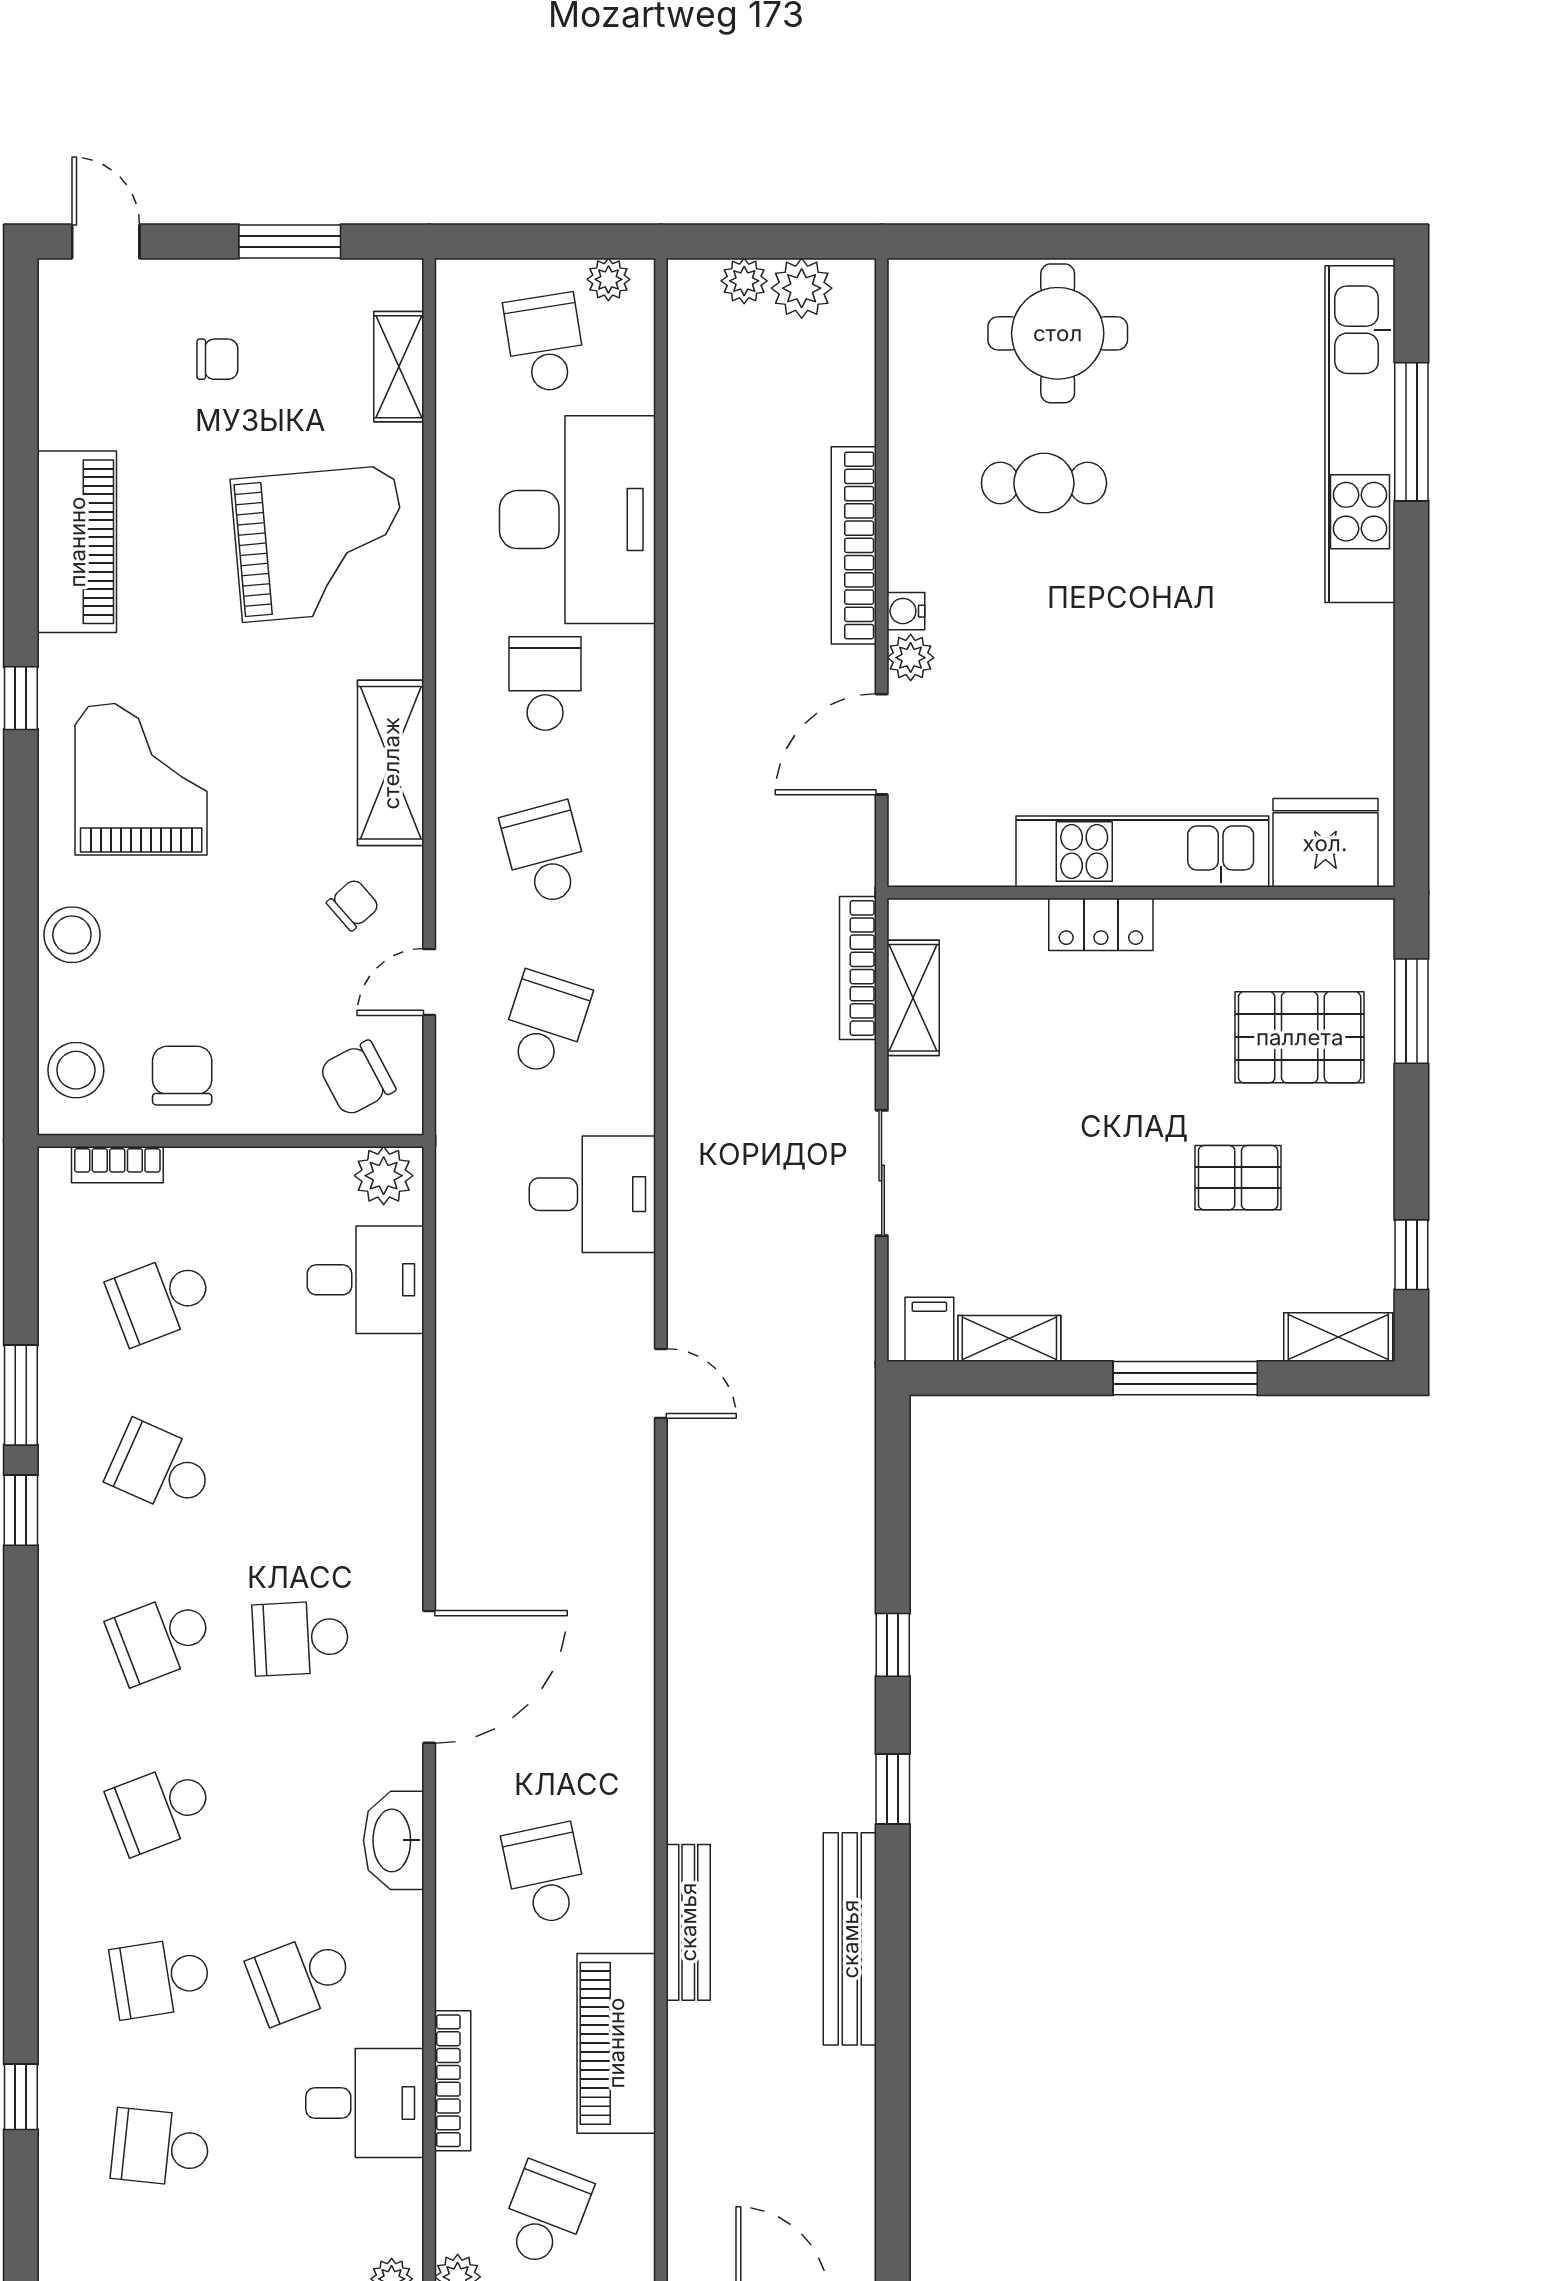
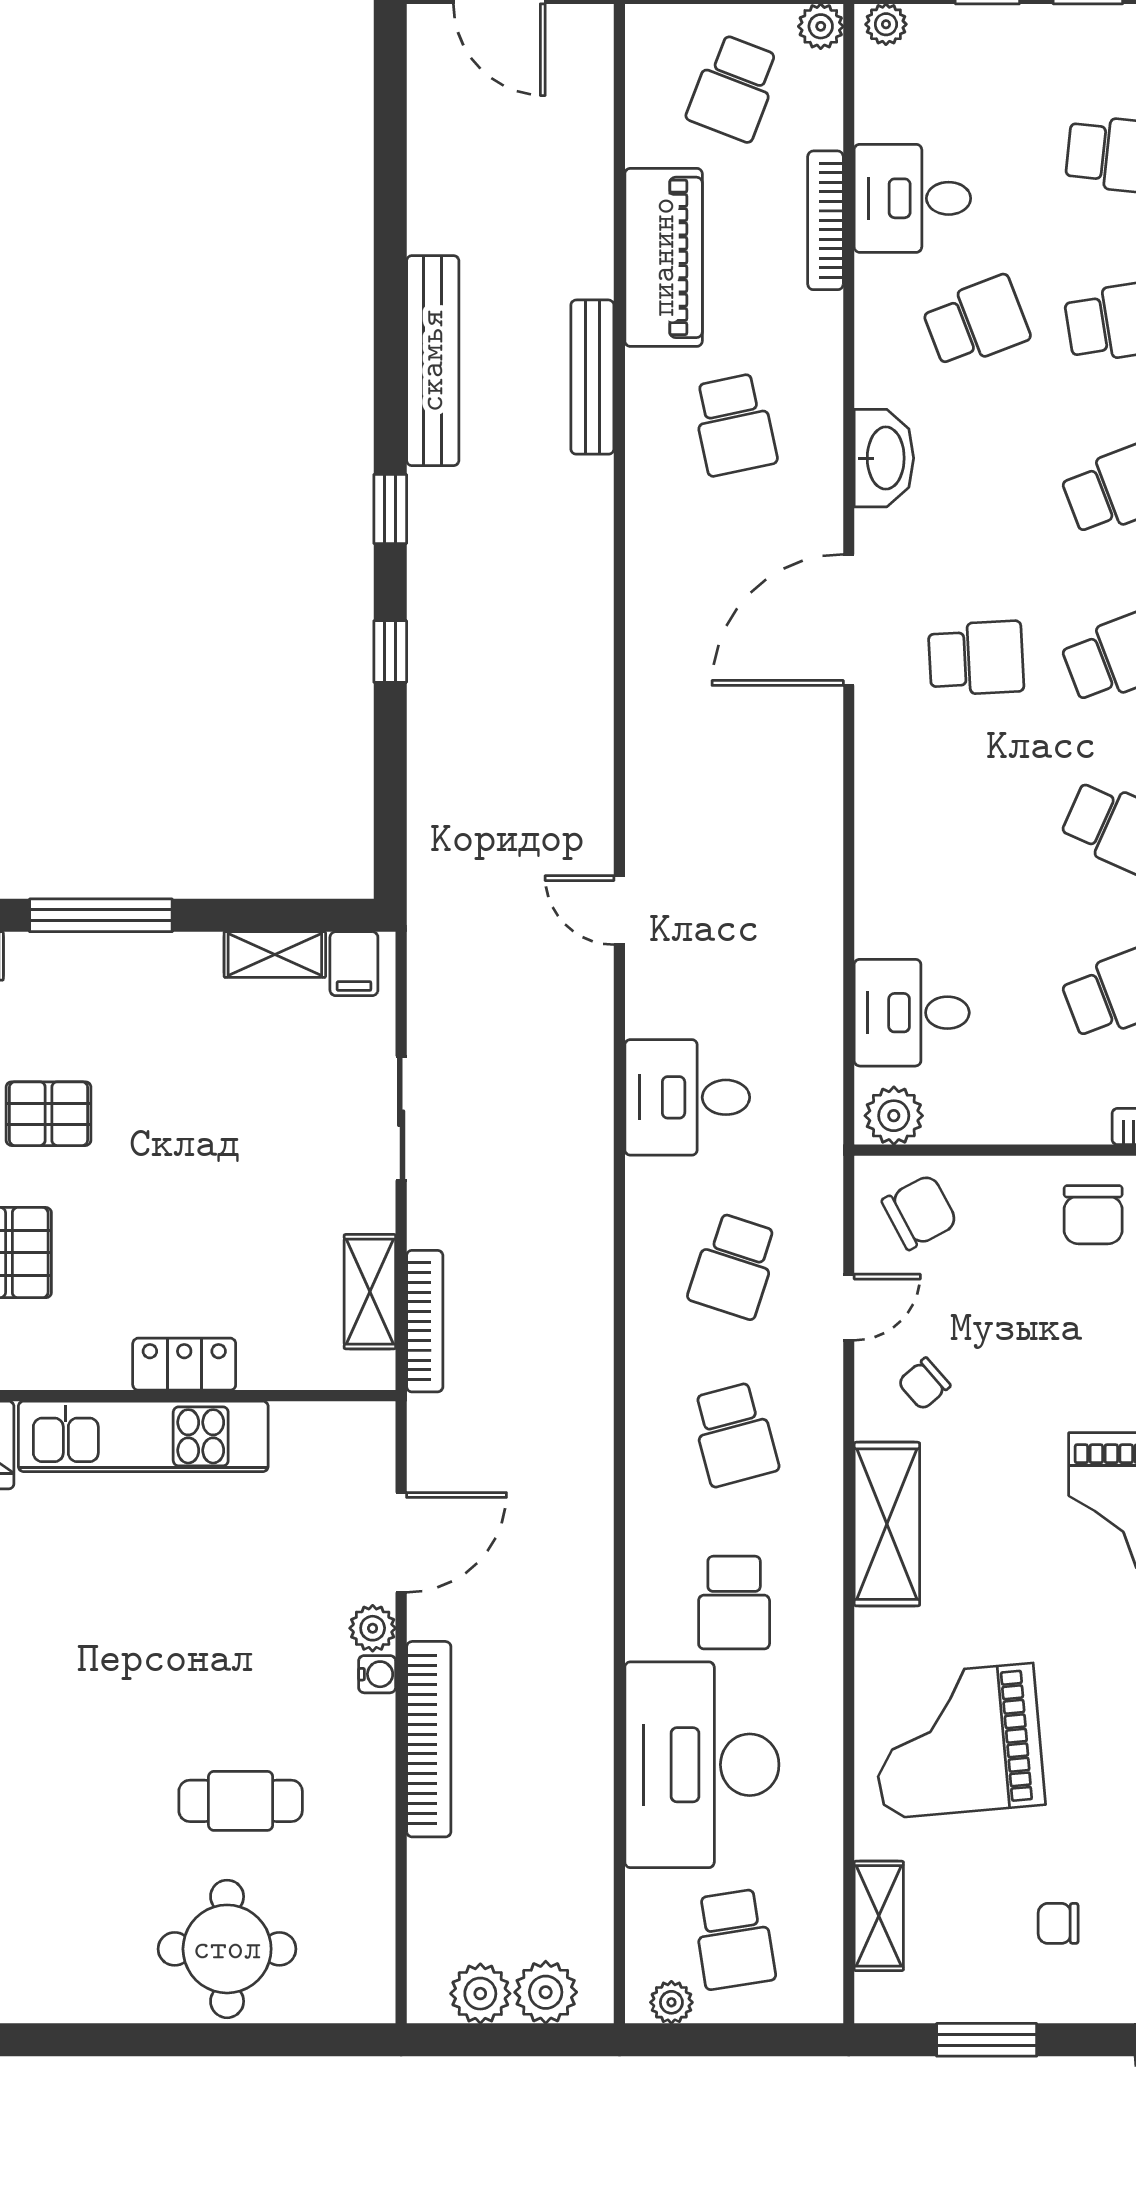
plant: (744, 281) -> (546, 1992), width x1.38, depth x1.38

